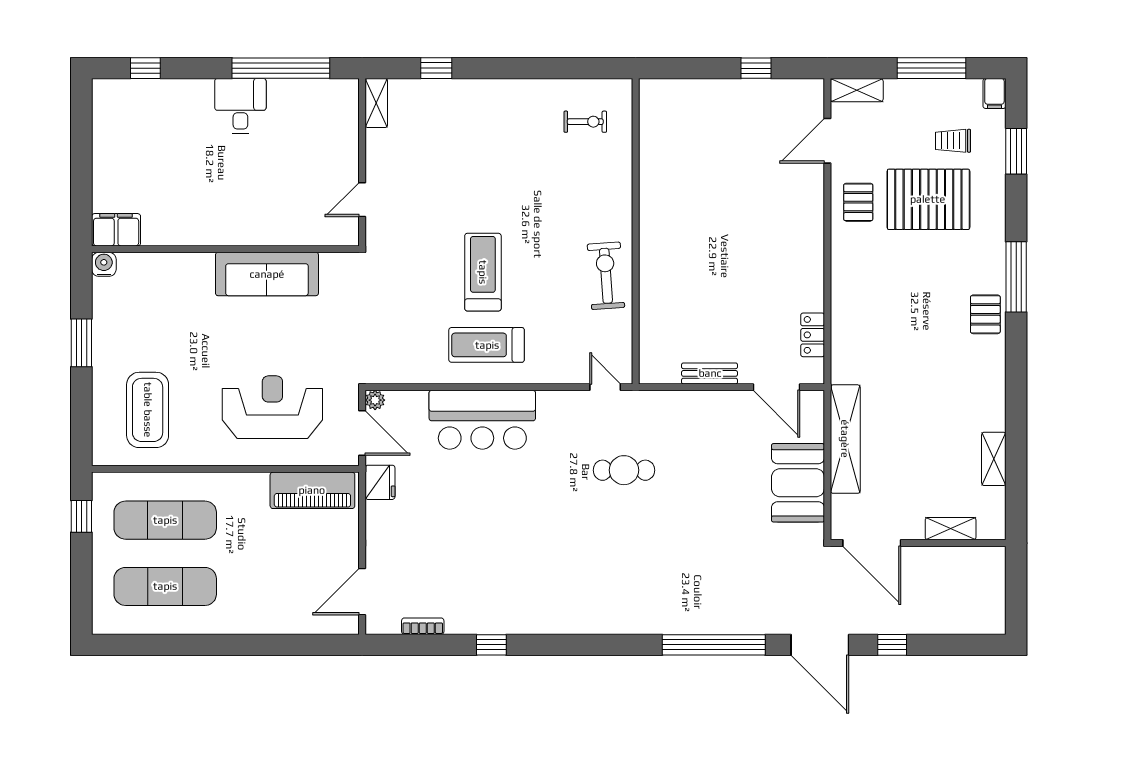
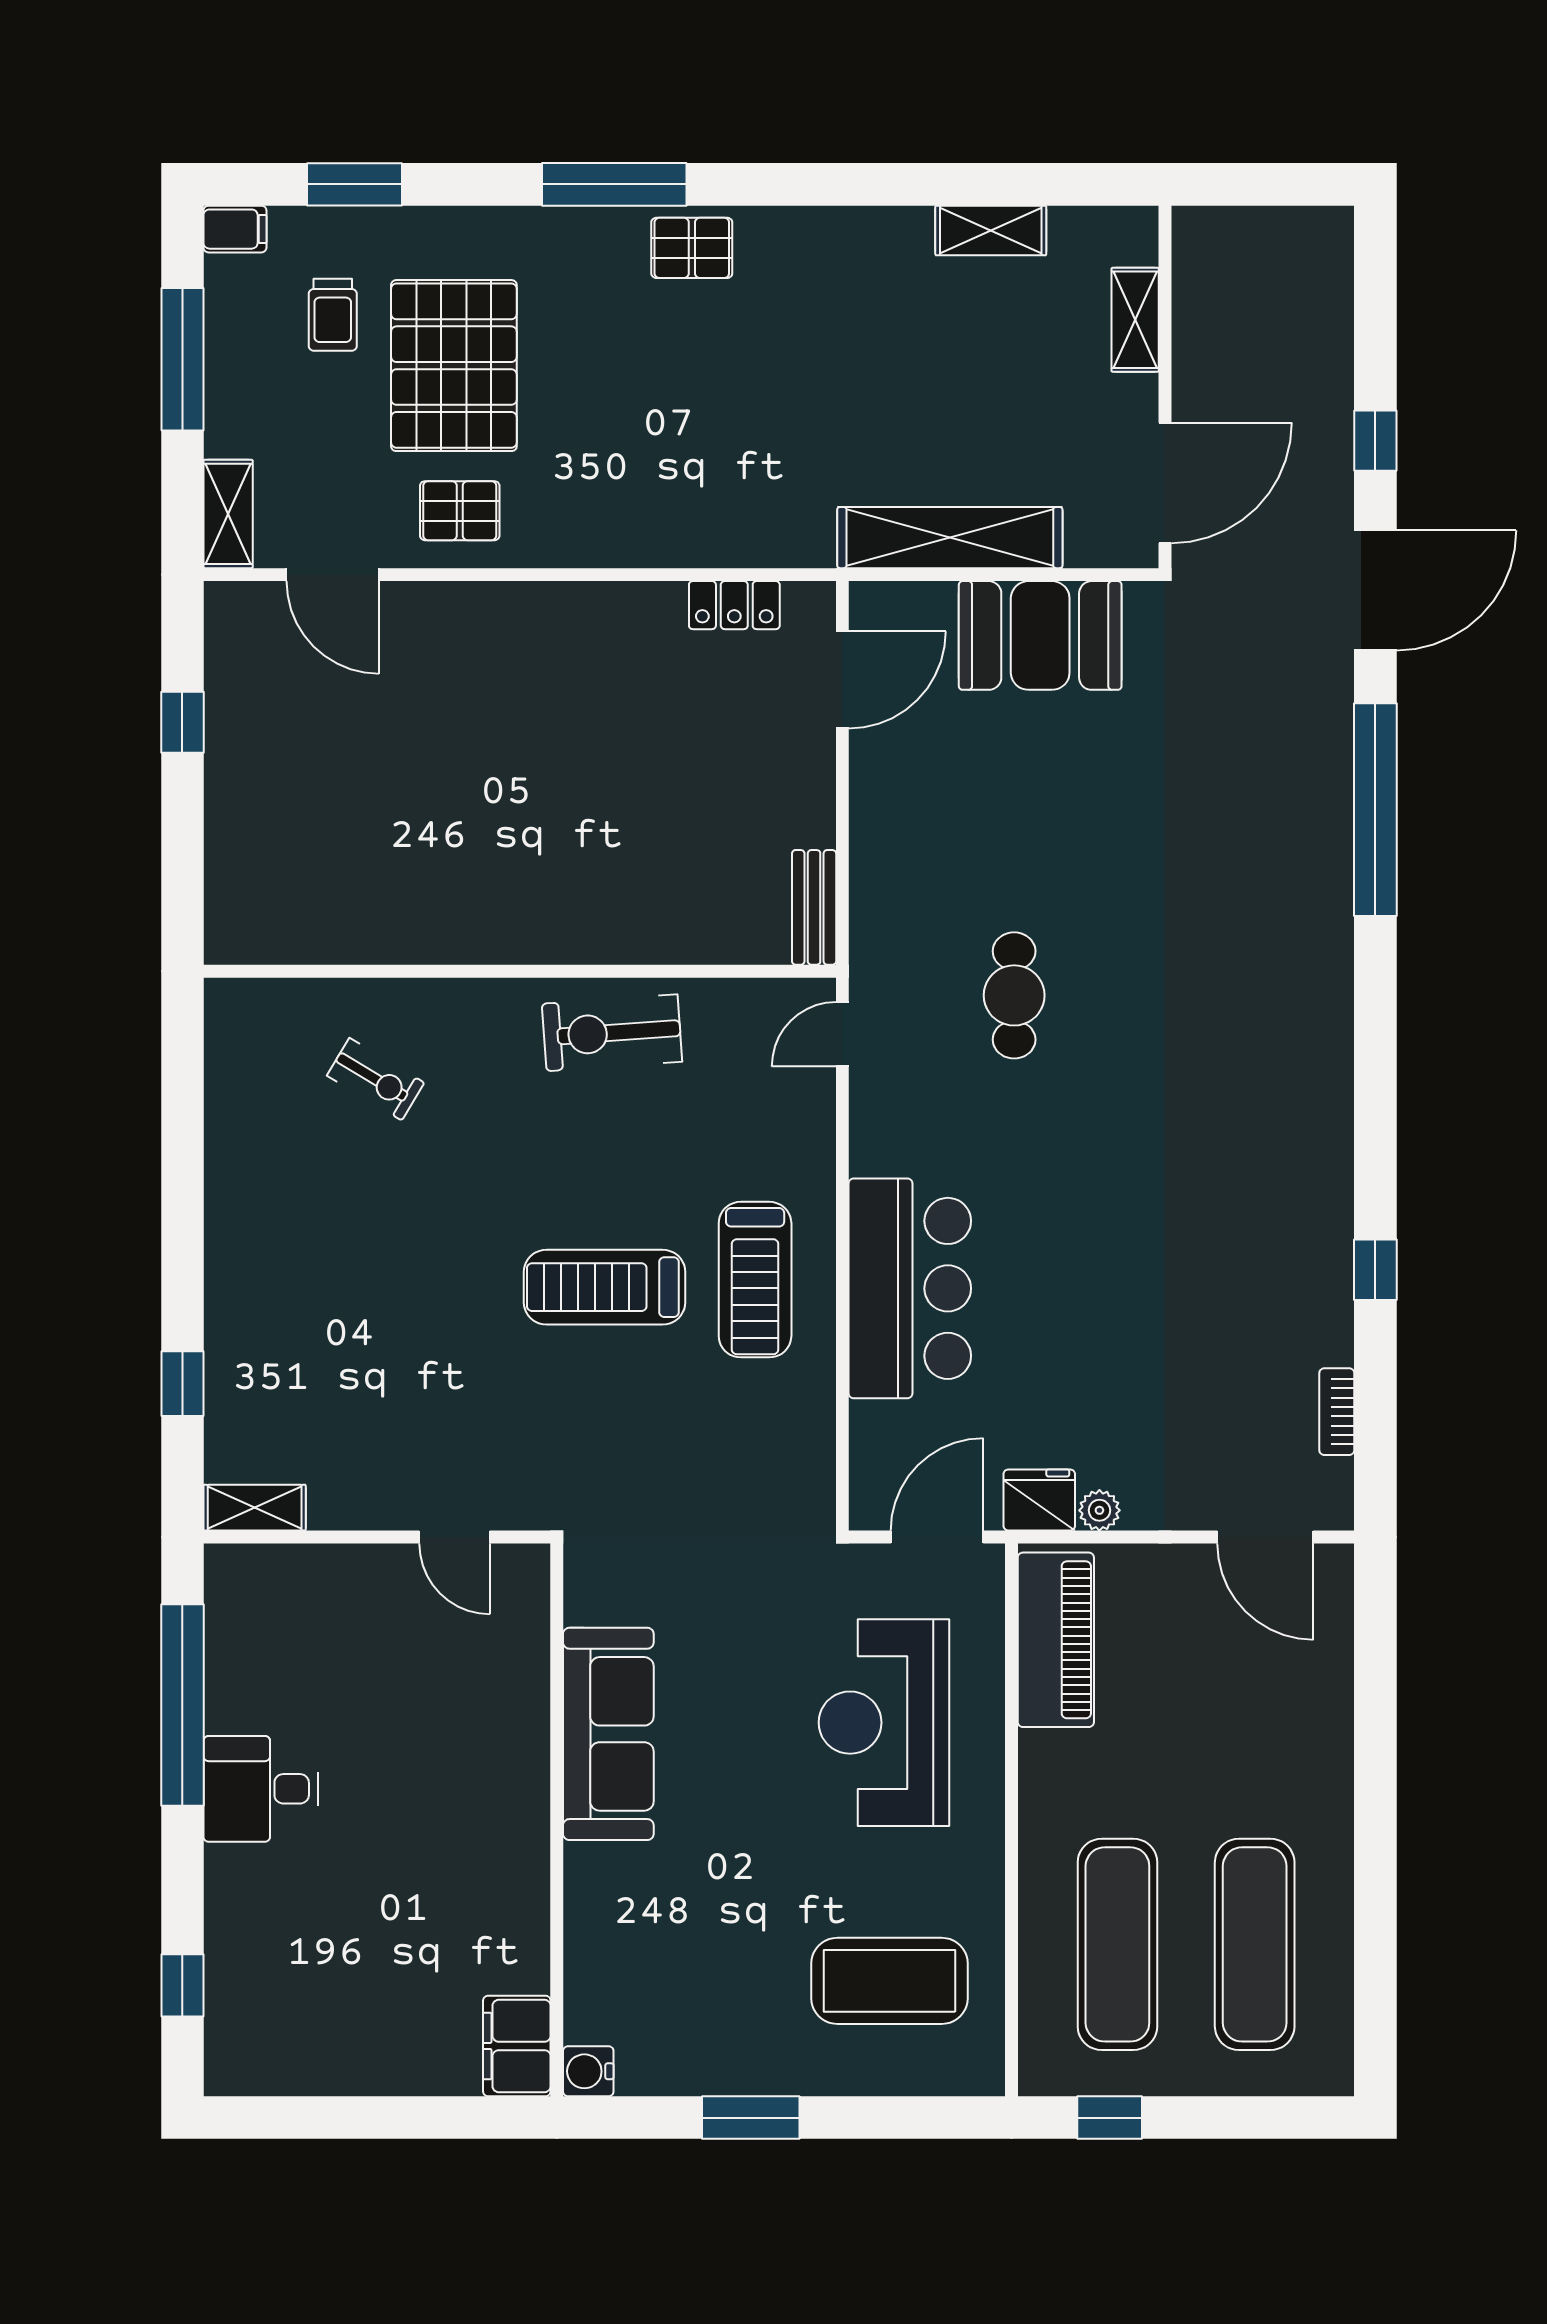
exercise bike: (585, 122) -> (376, 1079), moved, turned 121
bench: (710, 373) -> (814, 907), moved
plant: (375, 400) -> (1099, 1510), moved

